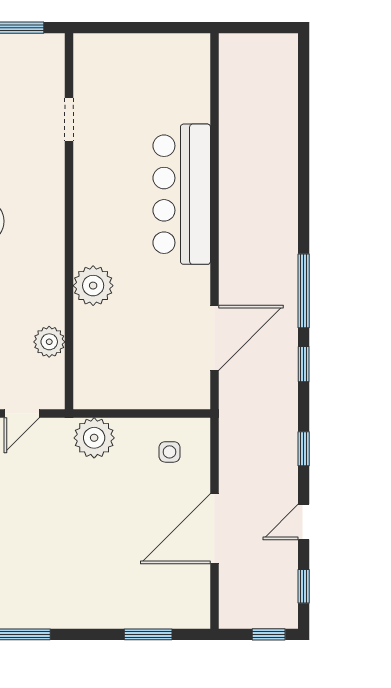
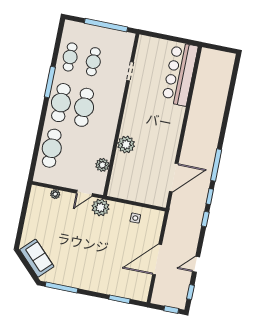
bar counter: (182, 194) -> (180, 74), moved
plant: (94, 438) -> (101, 207), moved
window: (304, 449) -> (205, 219), moved
side table: (170, 452) -> (135, 218), moved

